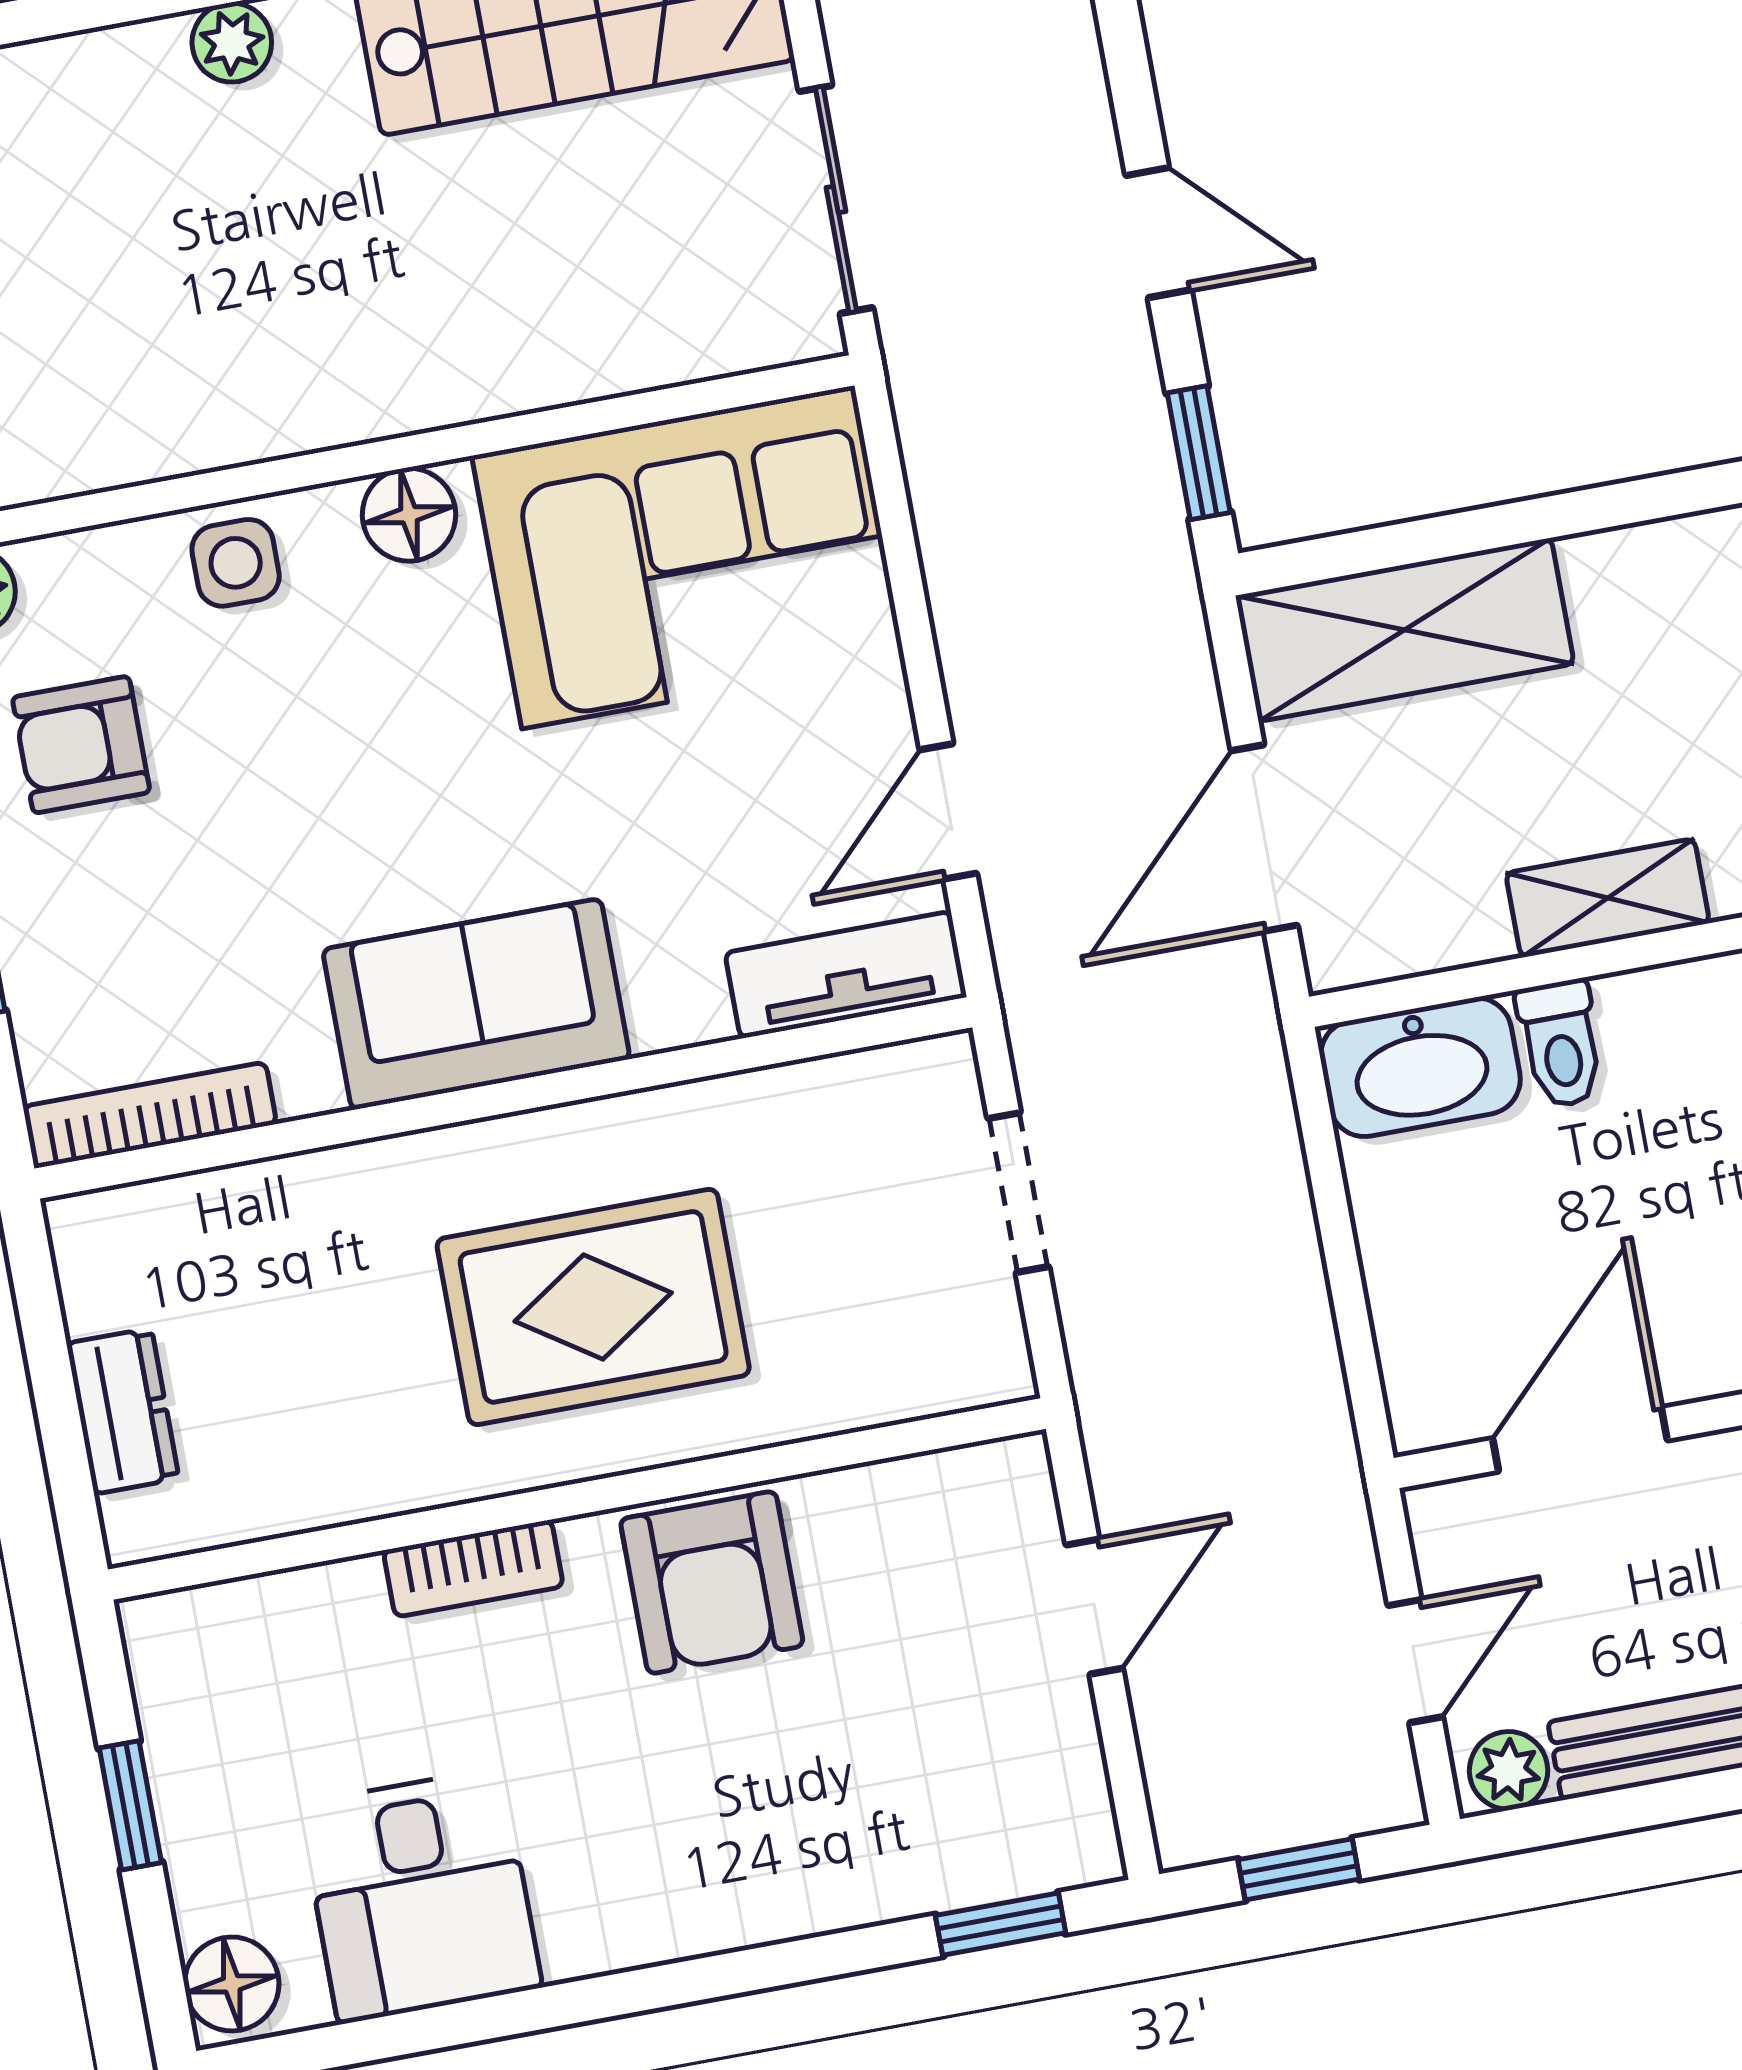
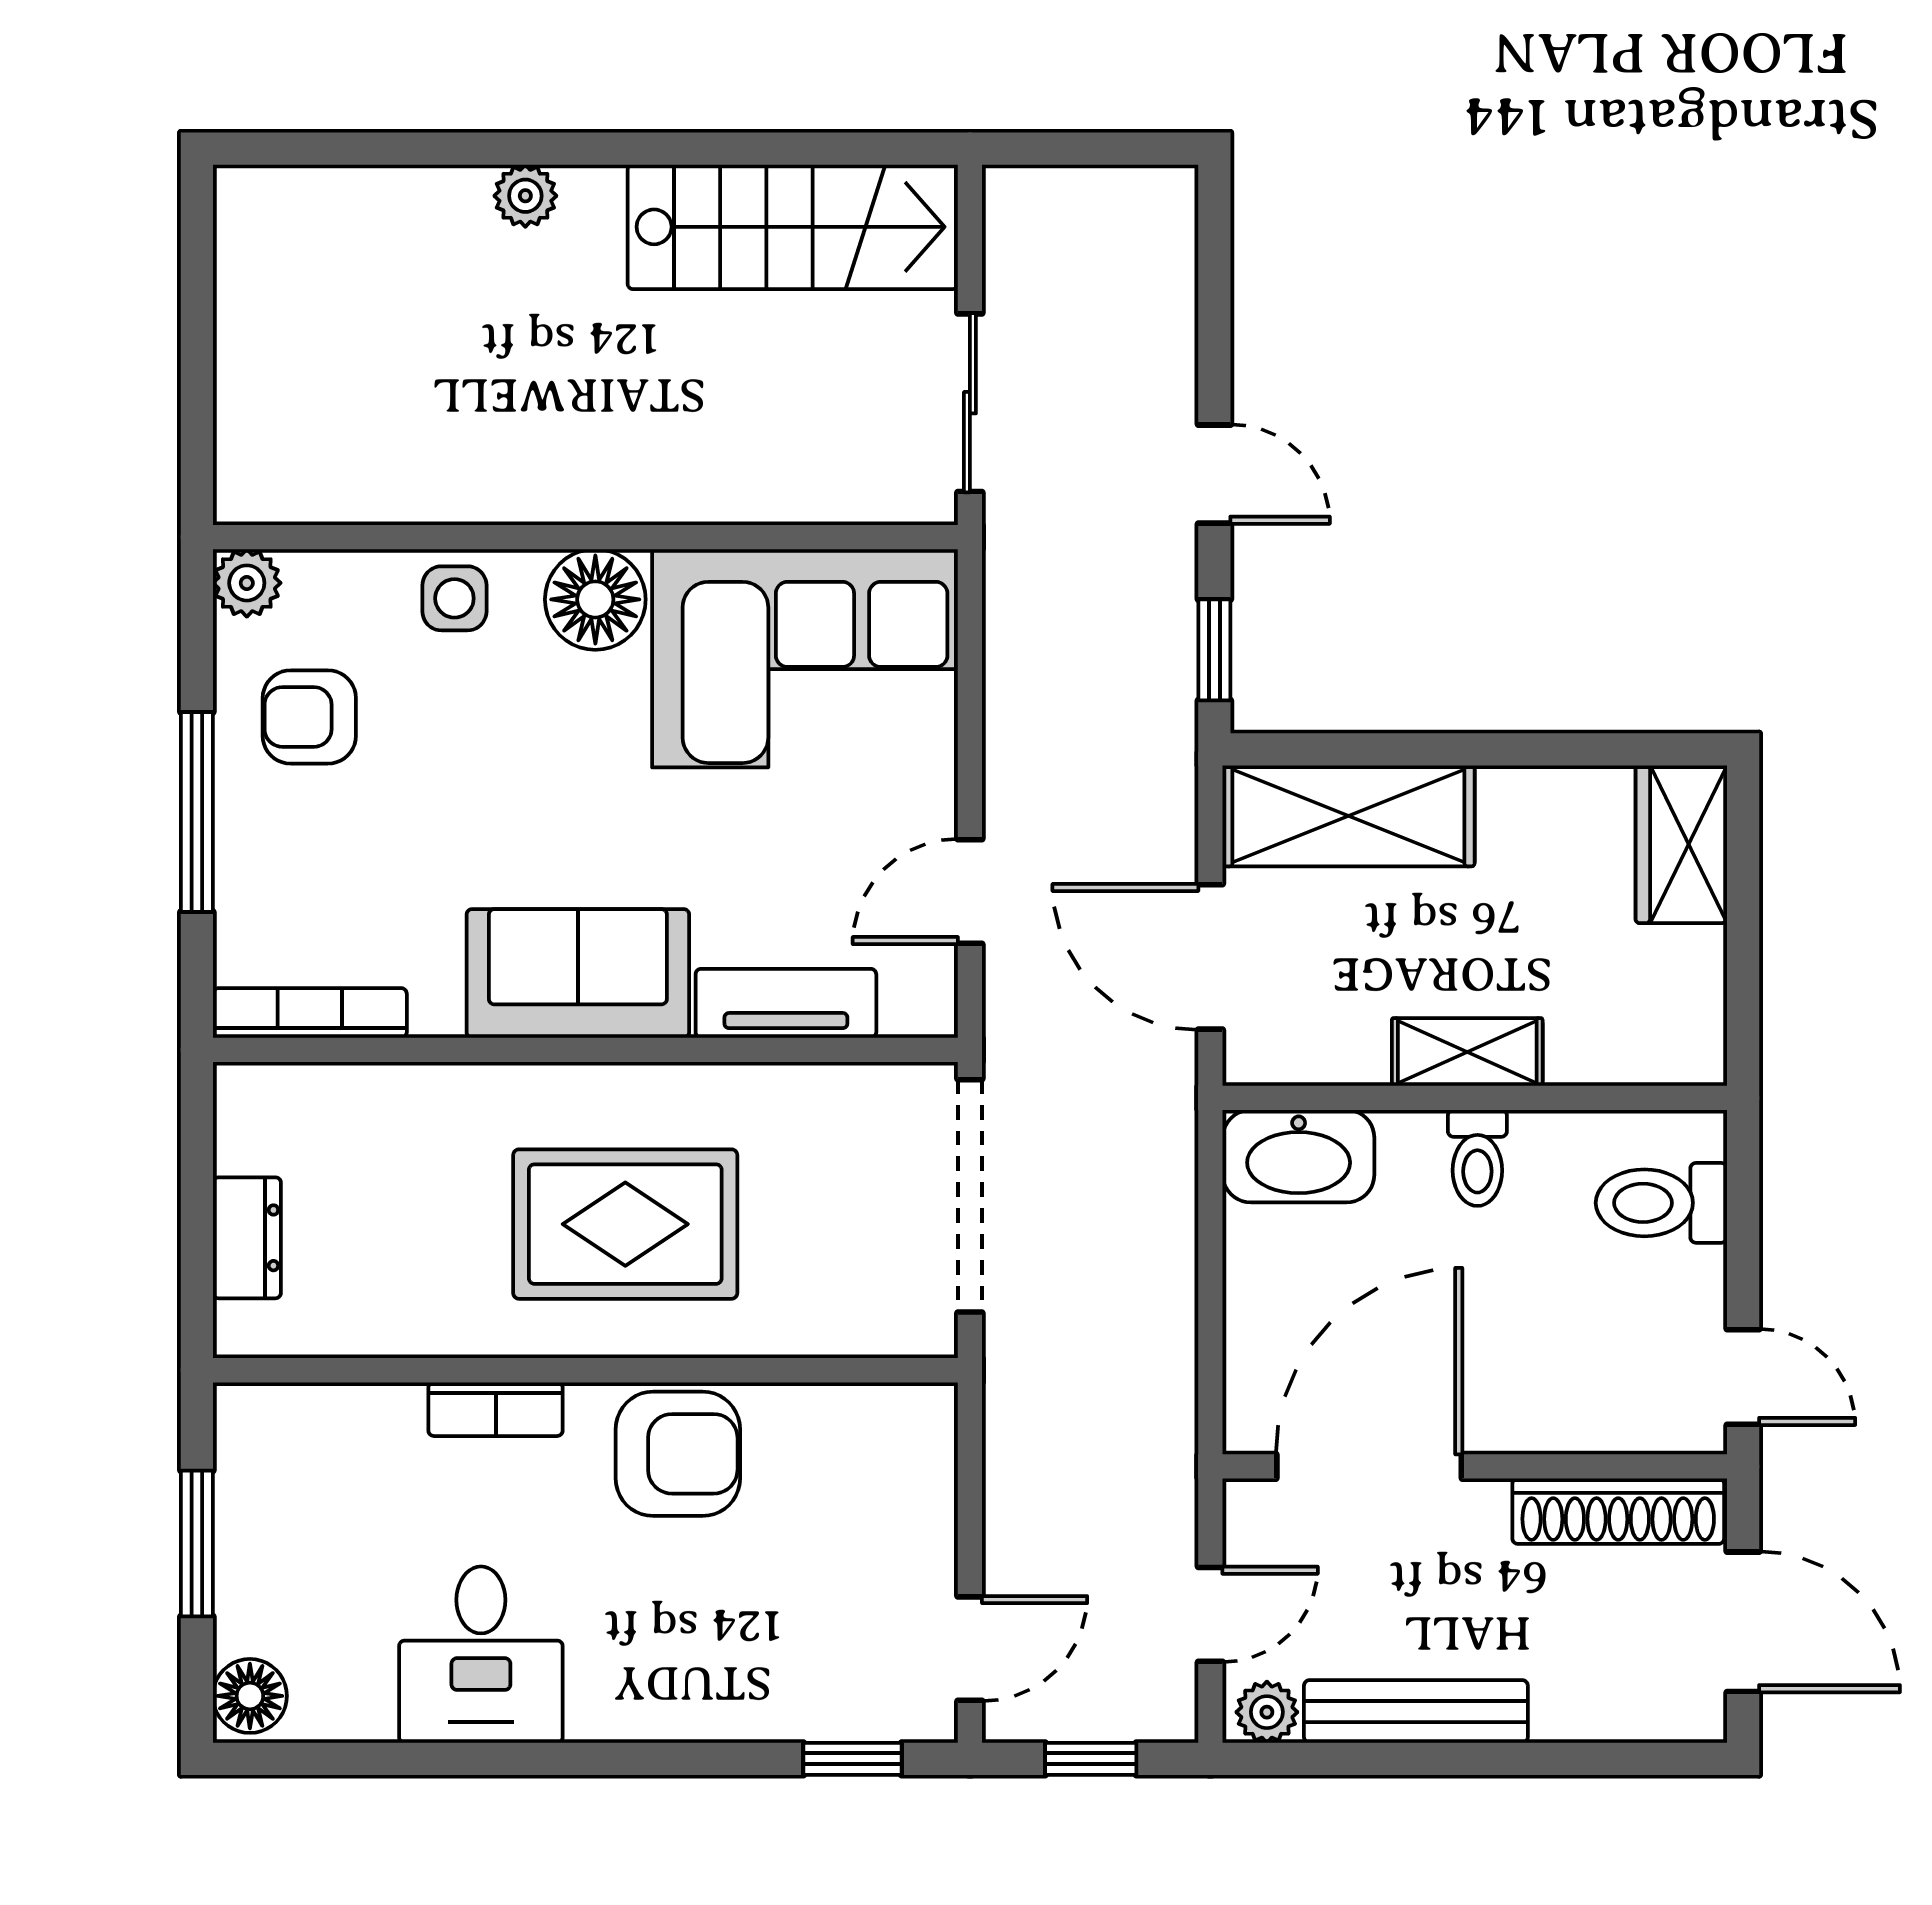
floor lamp: (409, 515) -> (595, 599), width x1.38, depth x1.38
door: (1264, 838) -> (1210, 957), hinge flipped
tv unit: (846, 975) -> (786, 1003), moved
toilet: (1561, 1044) -> (1477, 1158), moved
doorway: (1018, 1193) -> (970, 1196), width x1.88
door: (1580, 1439) -> (1369, 1466), width x1.36
armchair: (712, 1582) -> (678, 1454), turned -90
door: (1094, 1607) -> (970, 1649), moved
window: (130, 1805) -> (197, 1544), width x1.50
desk: (420, 1896) -> (481, 1655), moved

